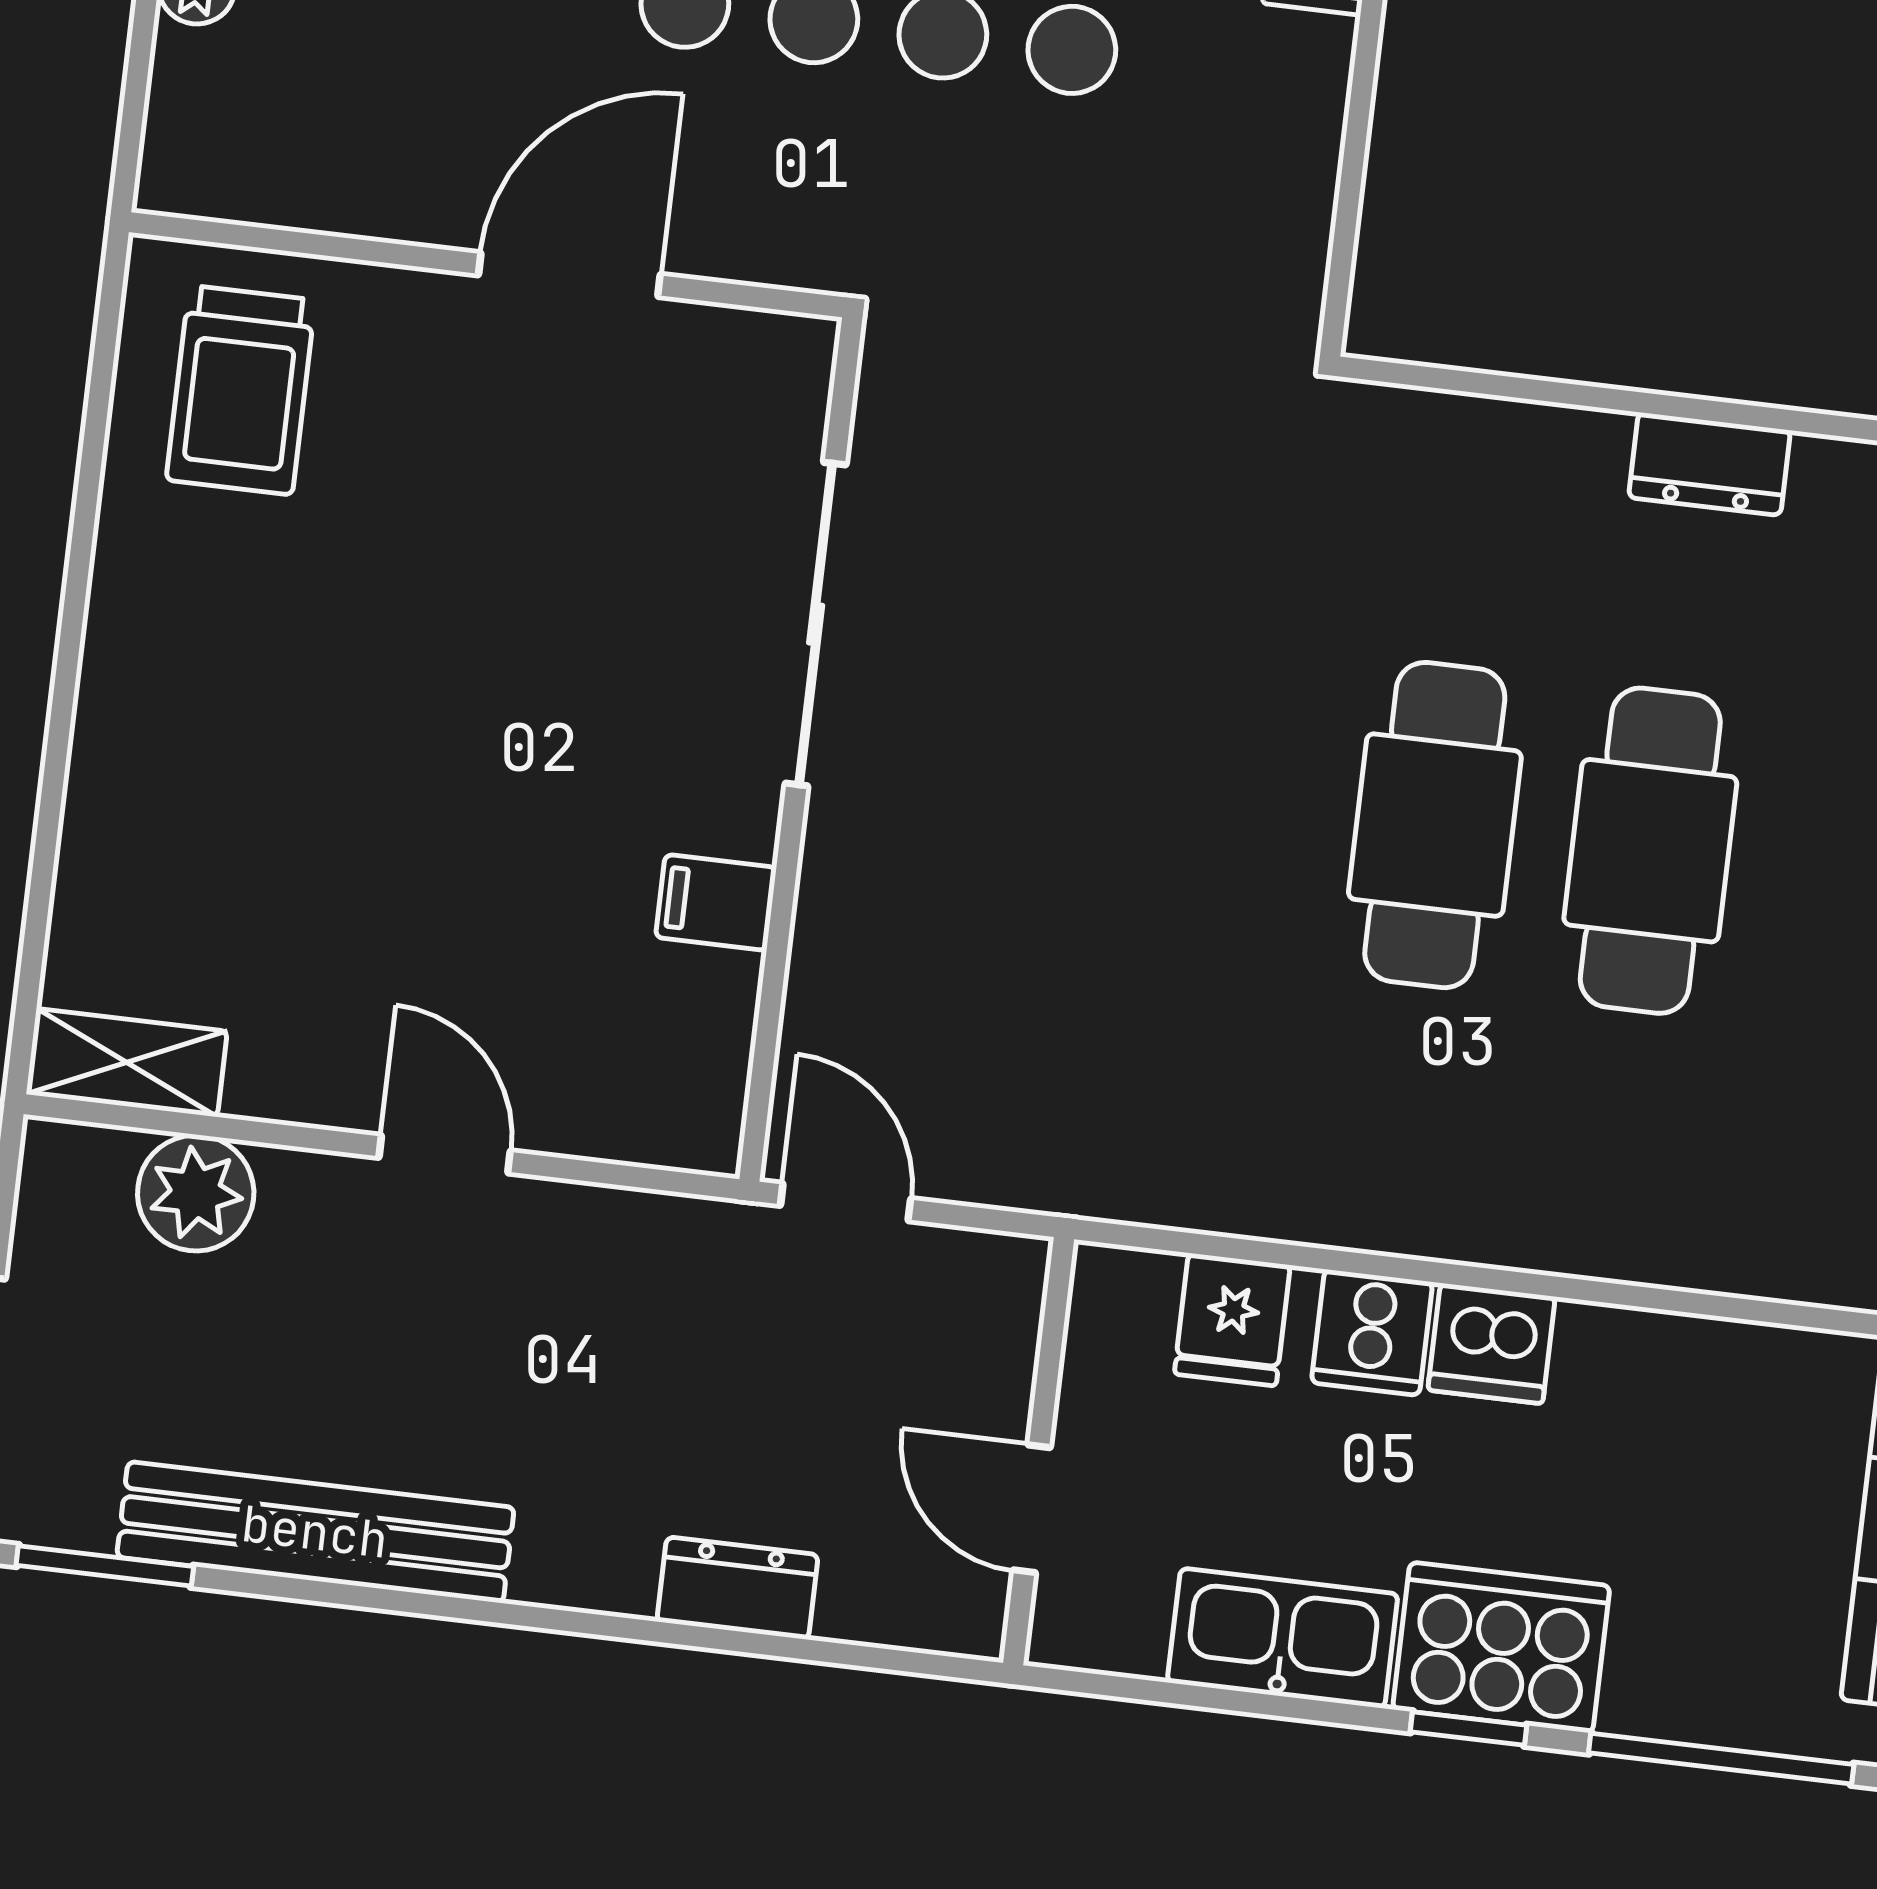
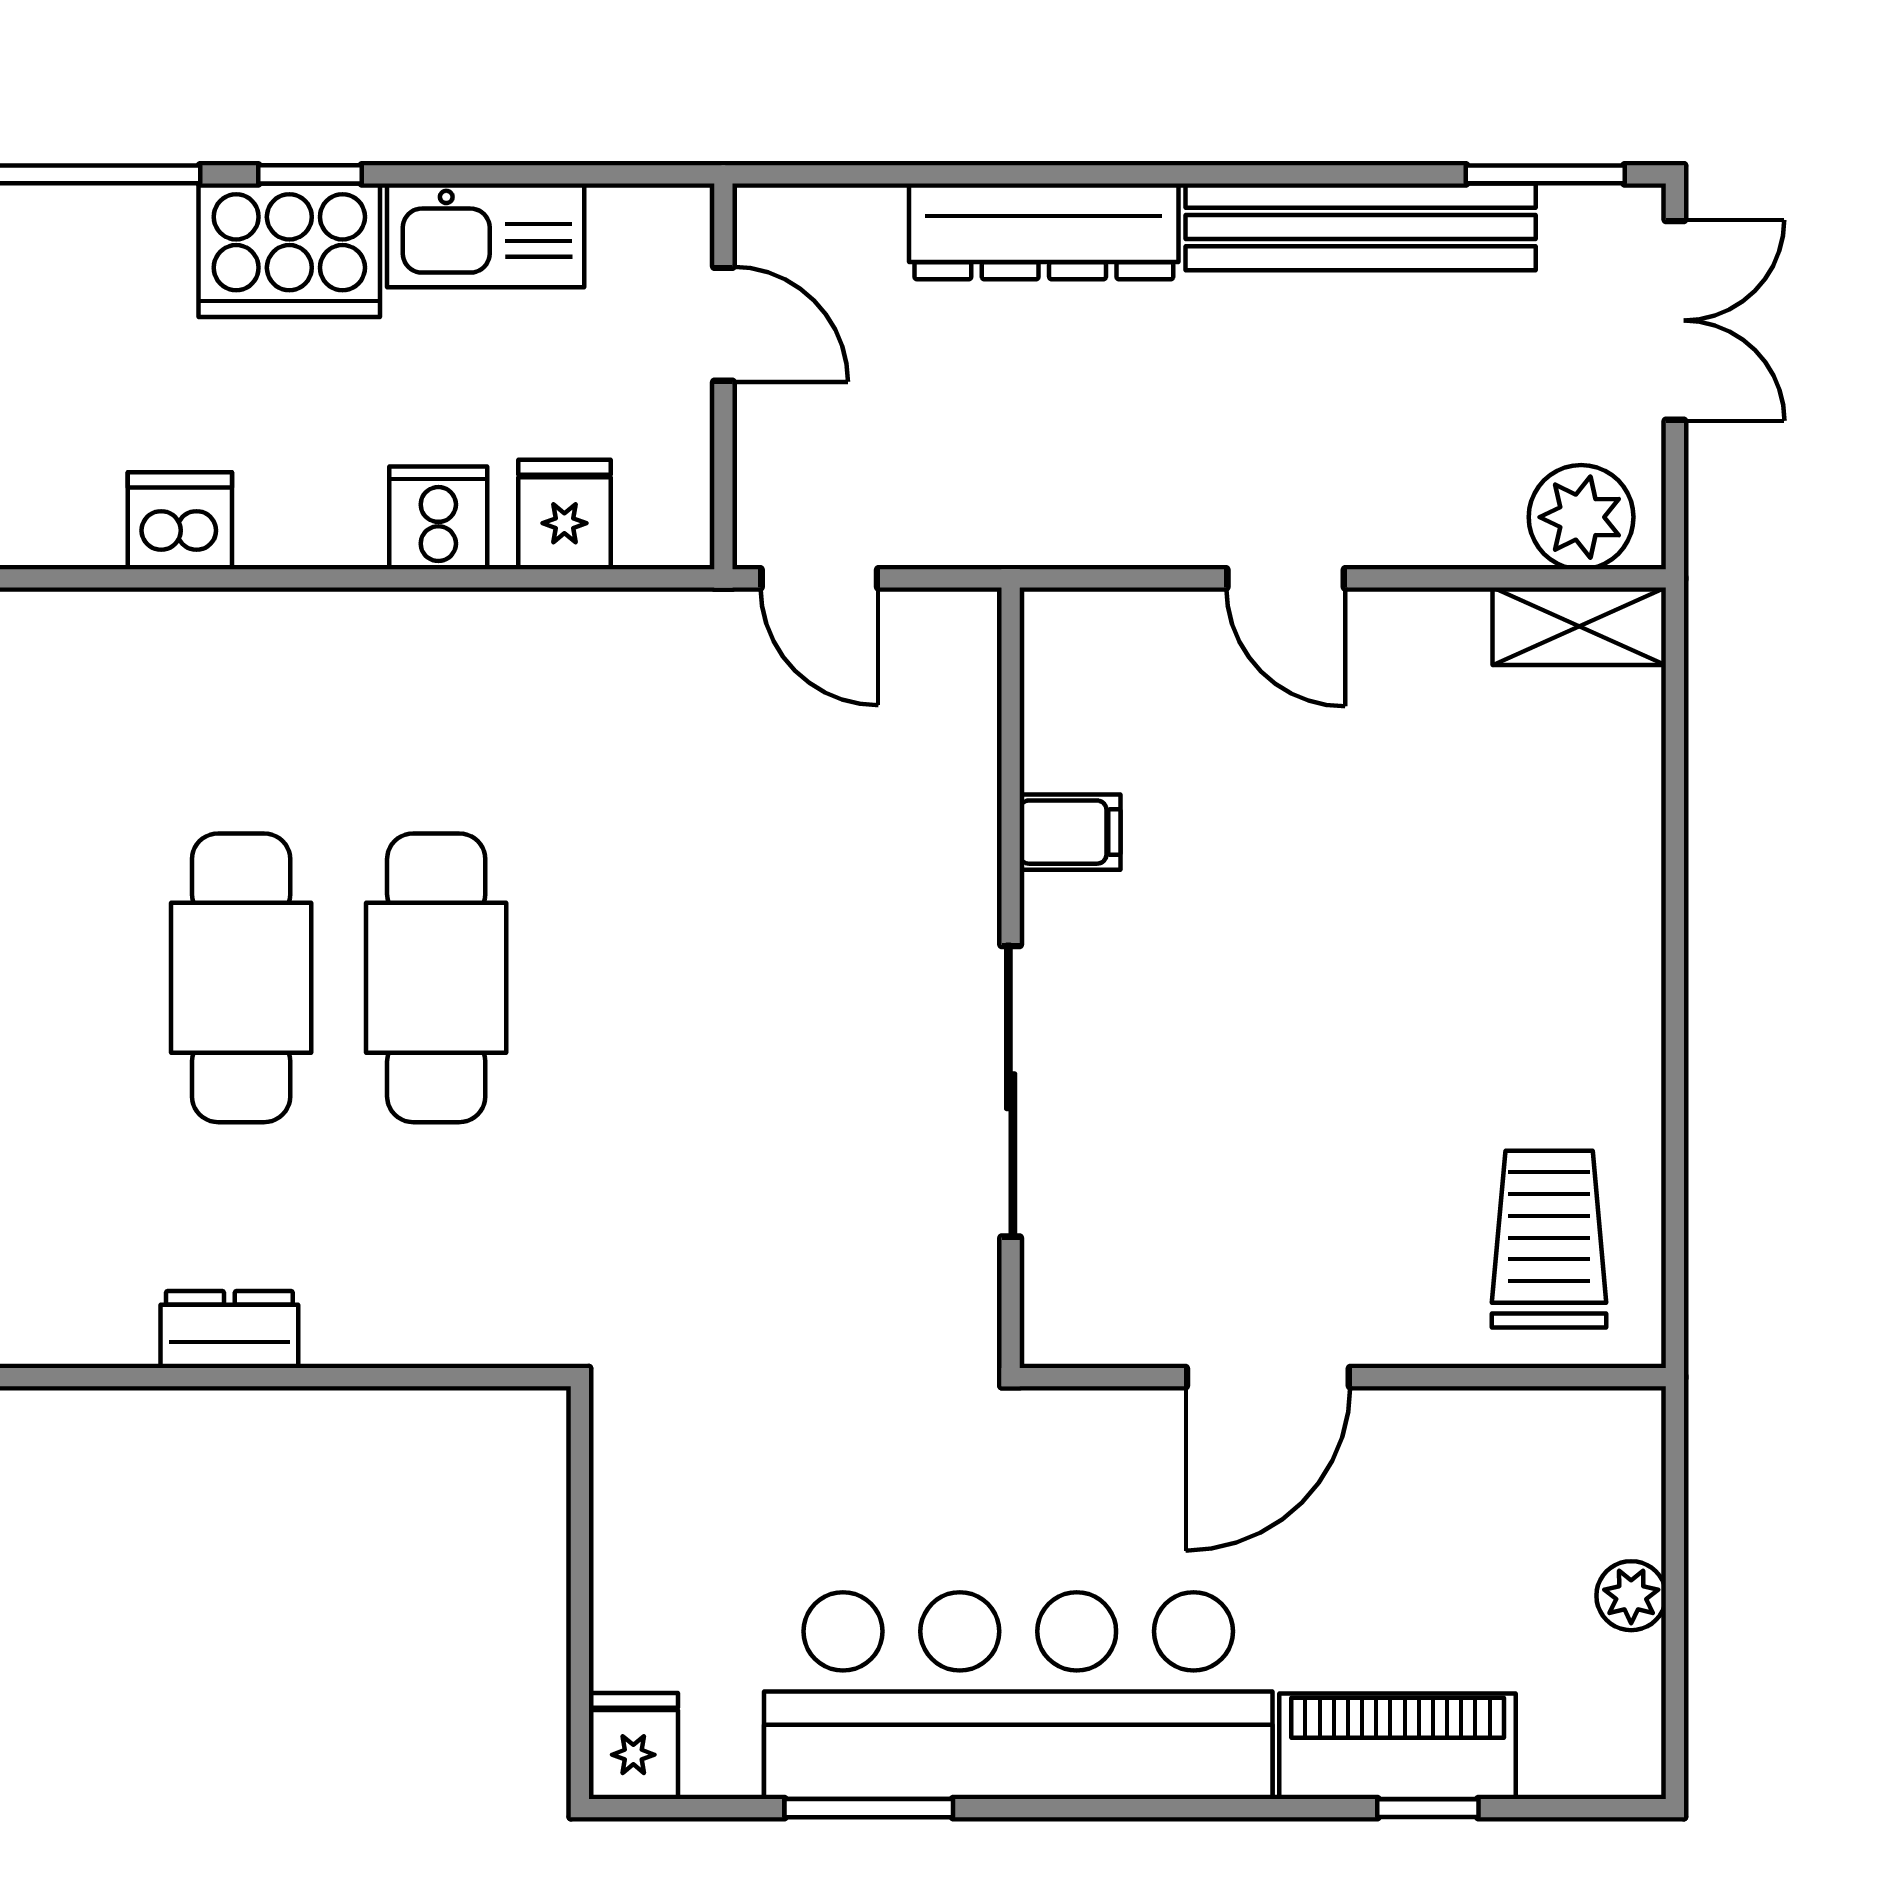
plant: (196, 1193) -> (1581, 517), moved
door: (846, 1202) -> (819, 578), moved
dishwasher: (1492, 1343) -> (180, 521), moved
dresser: (737, 1588) -> (1044, 231), width x1.96, depth x1.24

